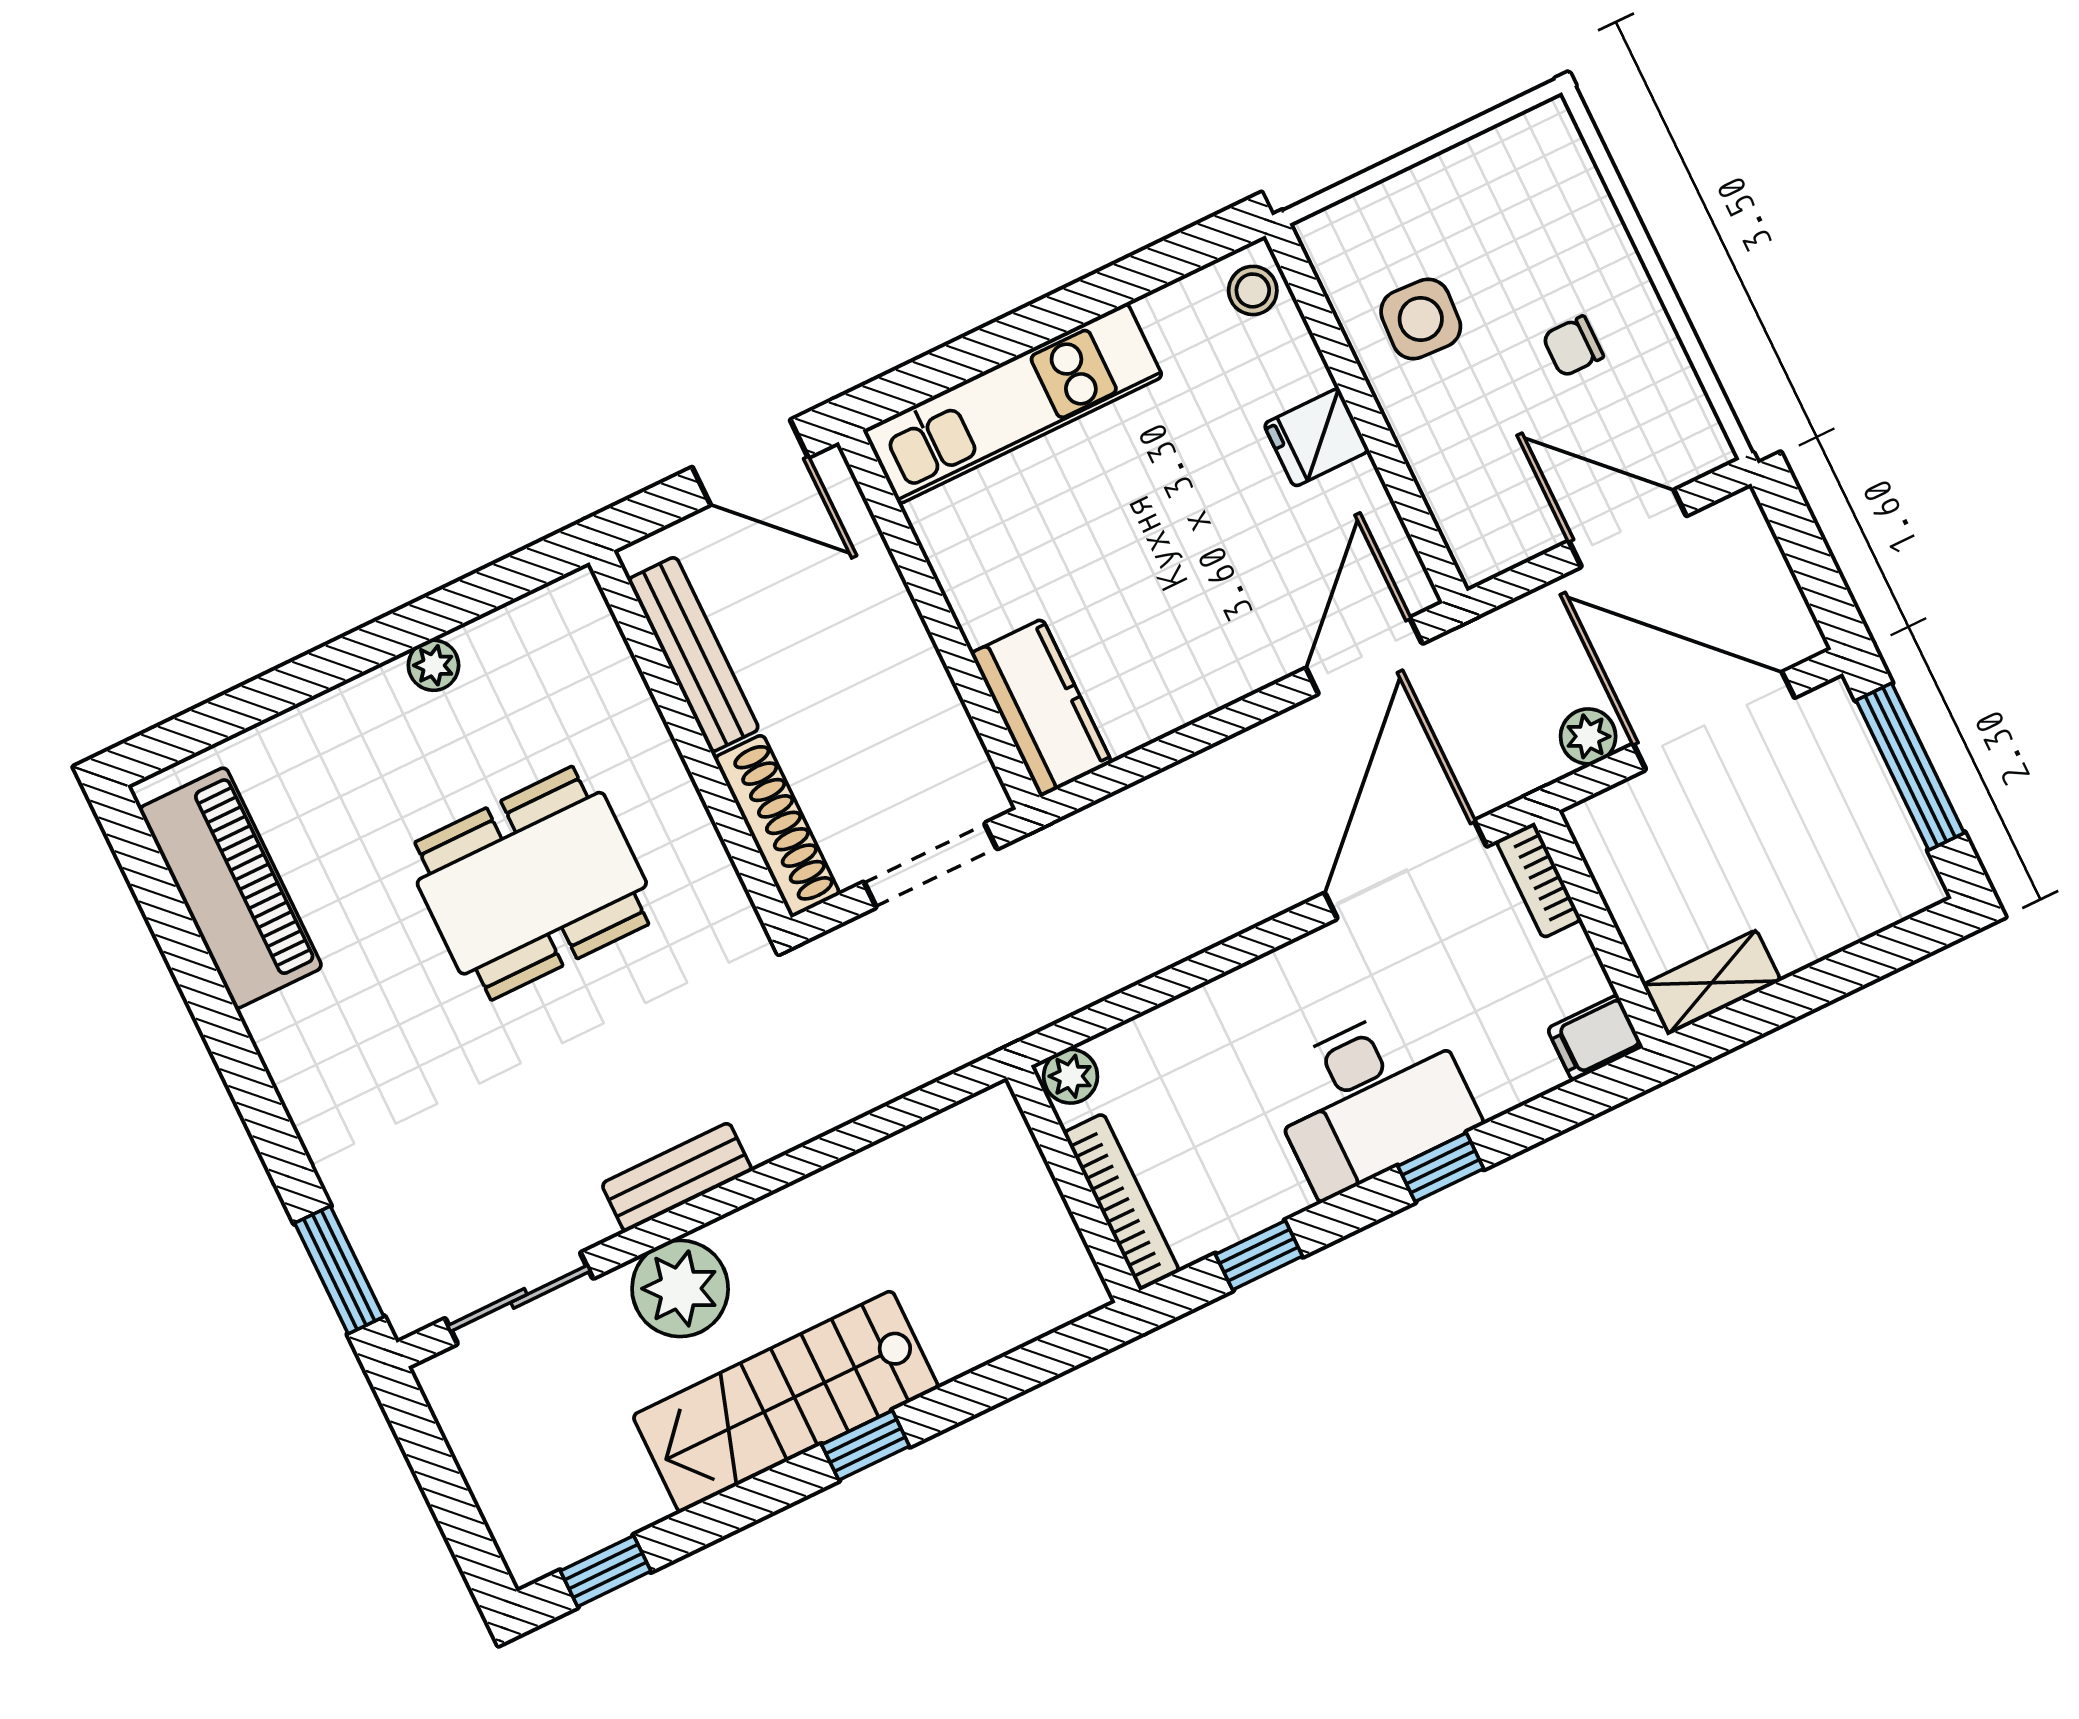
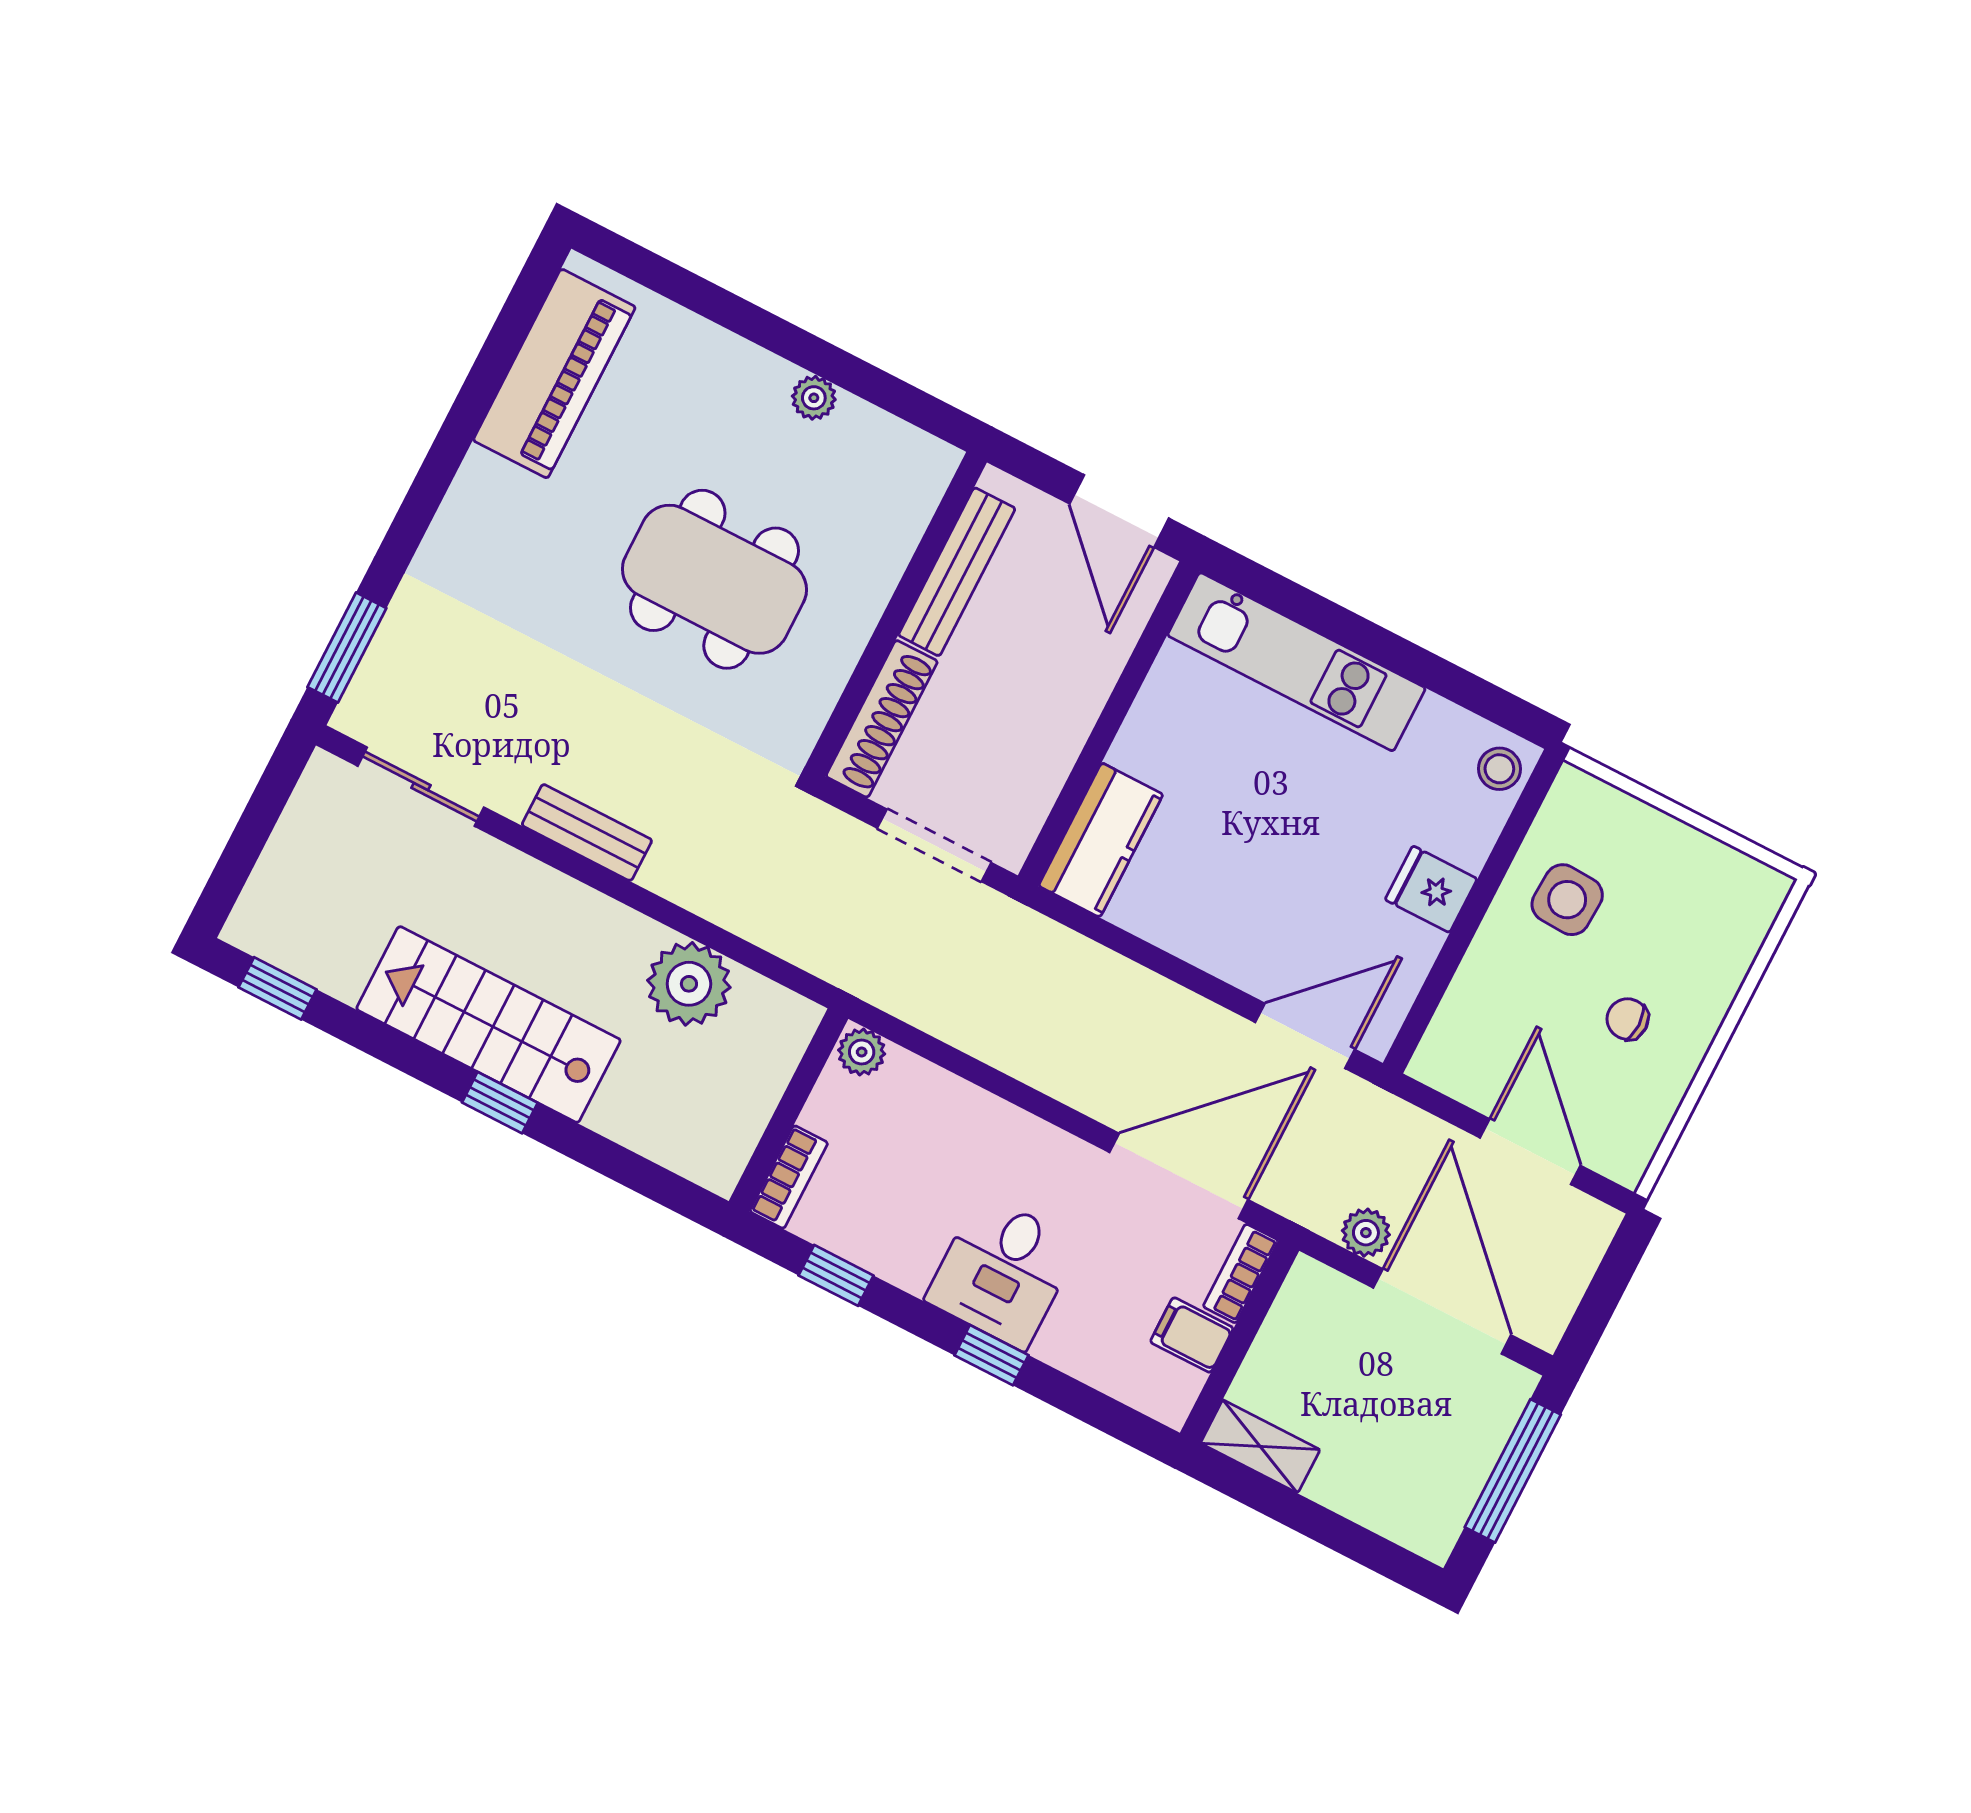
filing cabinet: (1595, 1038) -> (1192, 1335), moved
desk: (1371, 1099) -> (1002, 1272), width x0.73
bookcase: (1121, 1202) -> (789, 1177), width x0.64
plant: (680, 1289) -> (689, 984), moved

